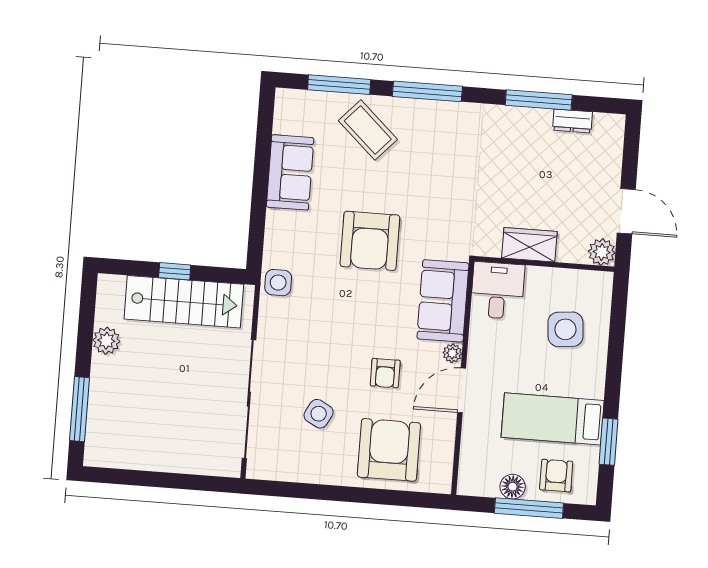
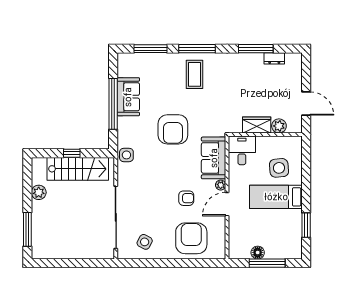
coffee table: (368, 130) -> (195, 74), moved, turned 47
window: (260, 184) -> (113, 104), added
plant: (602, 252) -> (279, 126), moved
armchair: (385, 373) -> (186, 198), turned -90
side table: (319, 414) -> (145, 242), moved
bed: (553, 419) -> (276, 197), moved
armchair: (556, 476) -> (280, 245), removed

